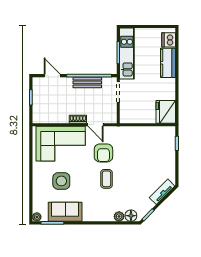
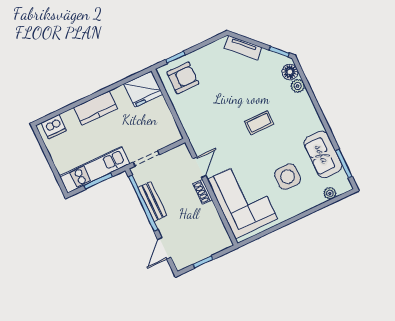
kitchen counter: (168, 63) -> (96, 108), moved
armchair: (103, 153) -> (183, 78), moved
plant: (37, 217) -> (330, 193), moved

